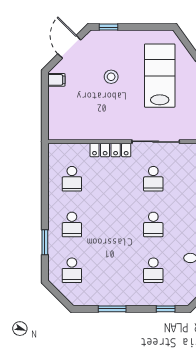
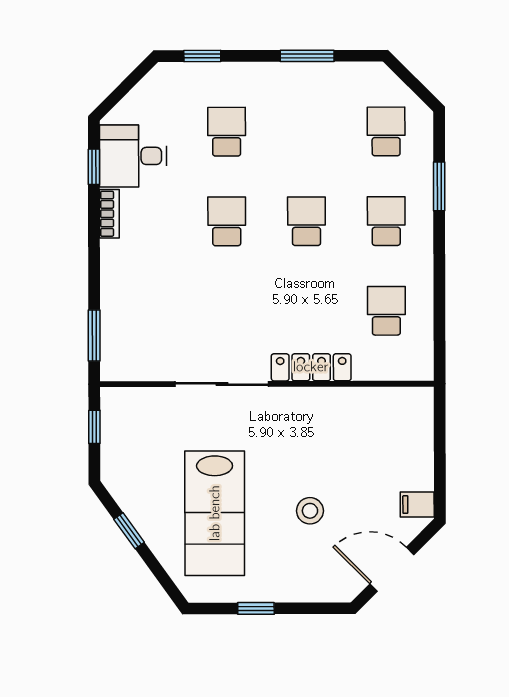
window: (109, 27) -> (256, 608), moved
door: (69, 47) -> (392, 569), swing flipped
school desk: (153, 179) -> (306, 221), moved

